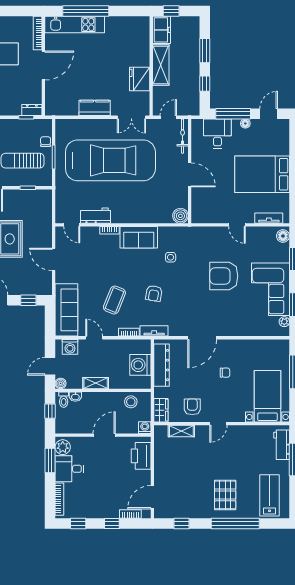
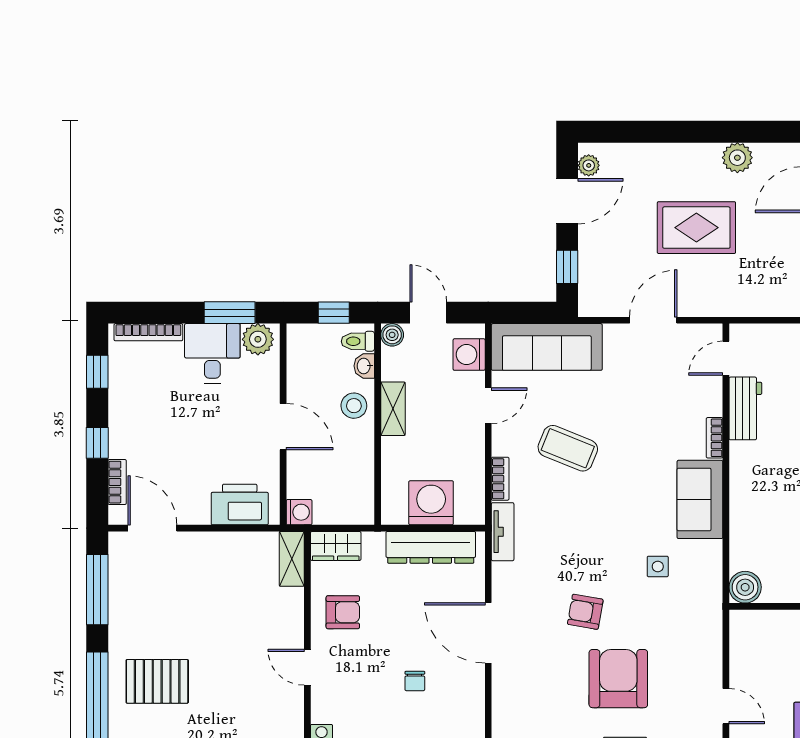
door: (237, 225) -> (726, 706), swing flipped
armchair: (154, 293) -> (585, 612), moved
stool: (131, 402) -> (354, 406), moved
shelving: (181, 431) -> (292, 559), moved
window: (182, 523) -> (97, 590), width x2.17

